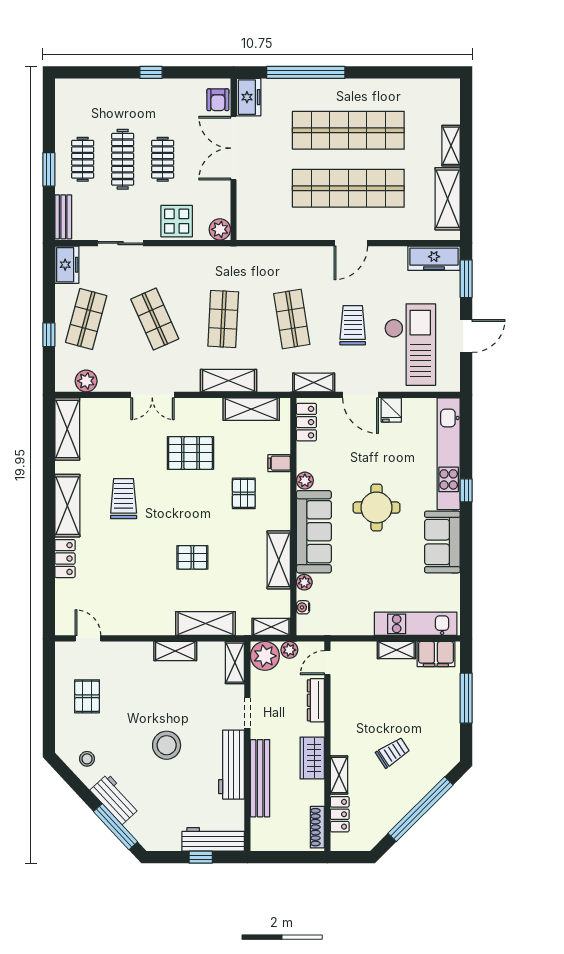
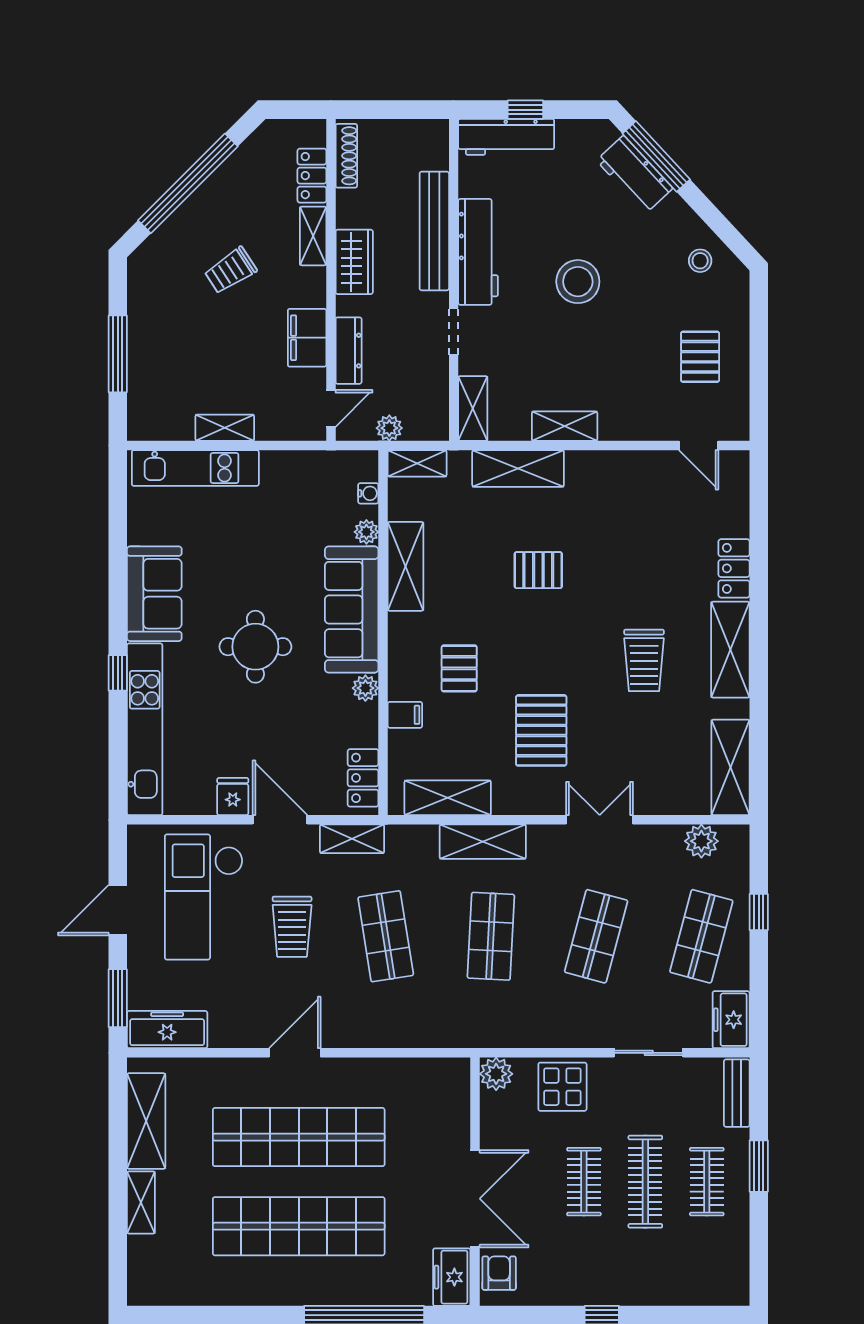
shop shelf: (155, 319) -> (596, 936), turned 39
pallet: (190, 453) -> (541, 730), turned 90
filing cabinet: (436, 654) -> (307, 338), moved, turned -90
plant: (265, 656) -> (427, 419), removed
workbench: (115, 799) -> (635, 174), moved

